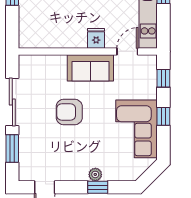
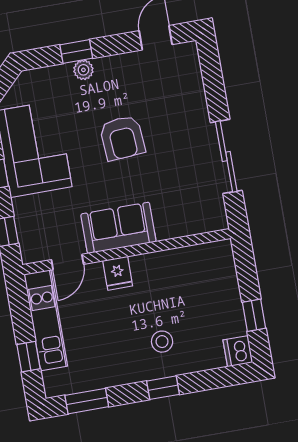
armchair: (69, 112) -> (122, 138), moved, turned 86
window: (12, 148) -> (214, 87), removed

